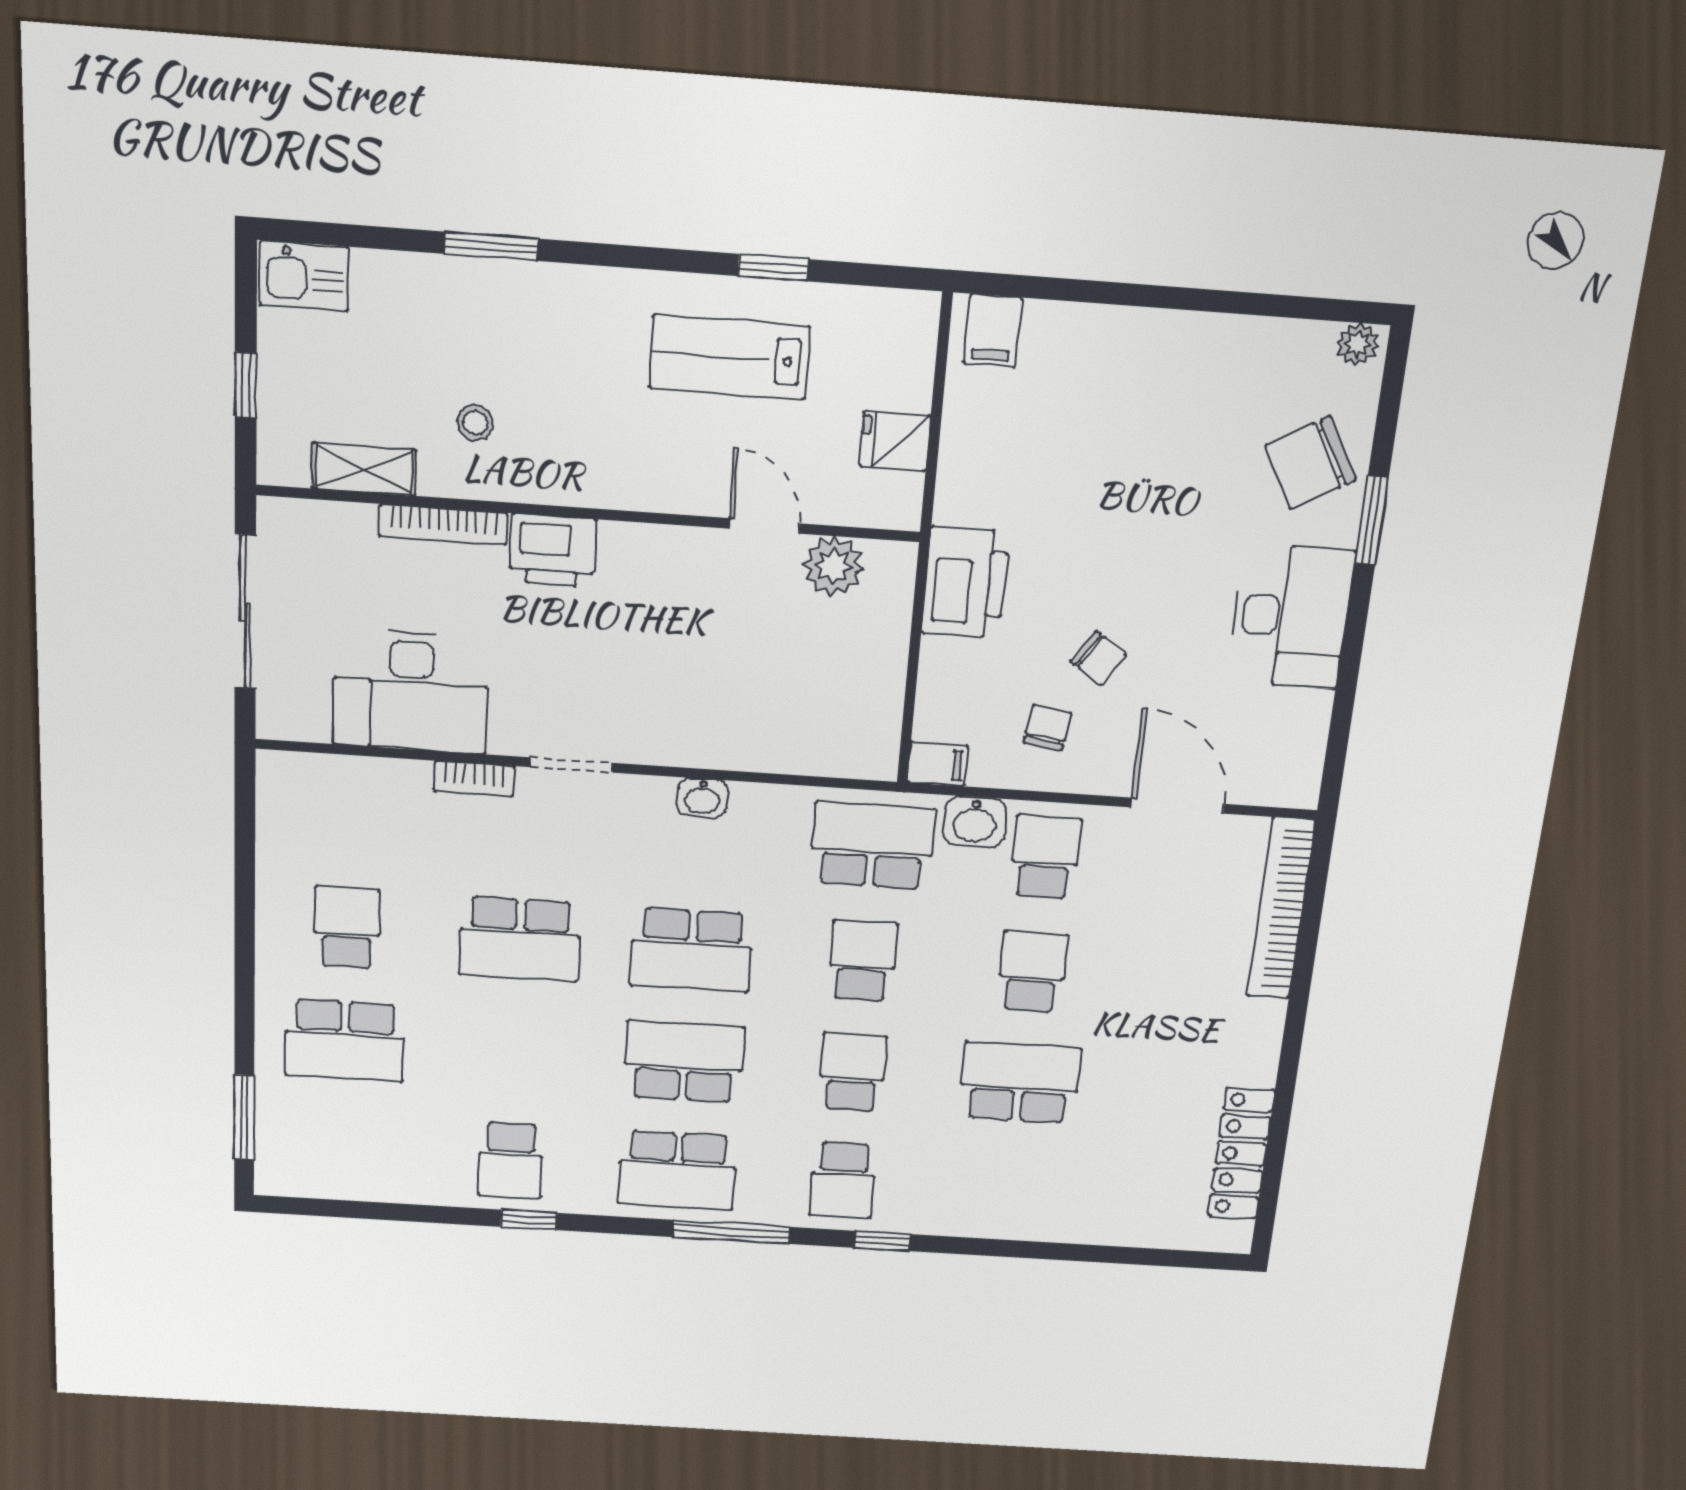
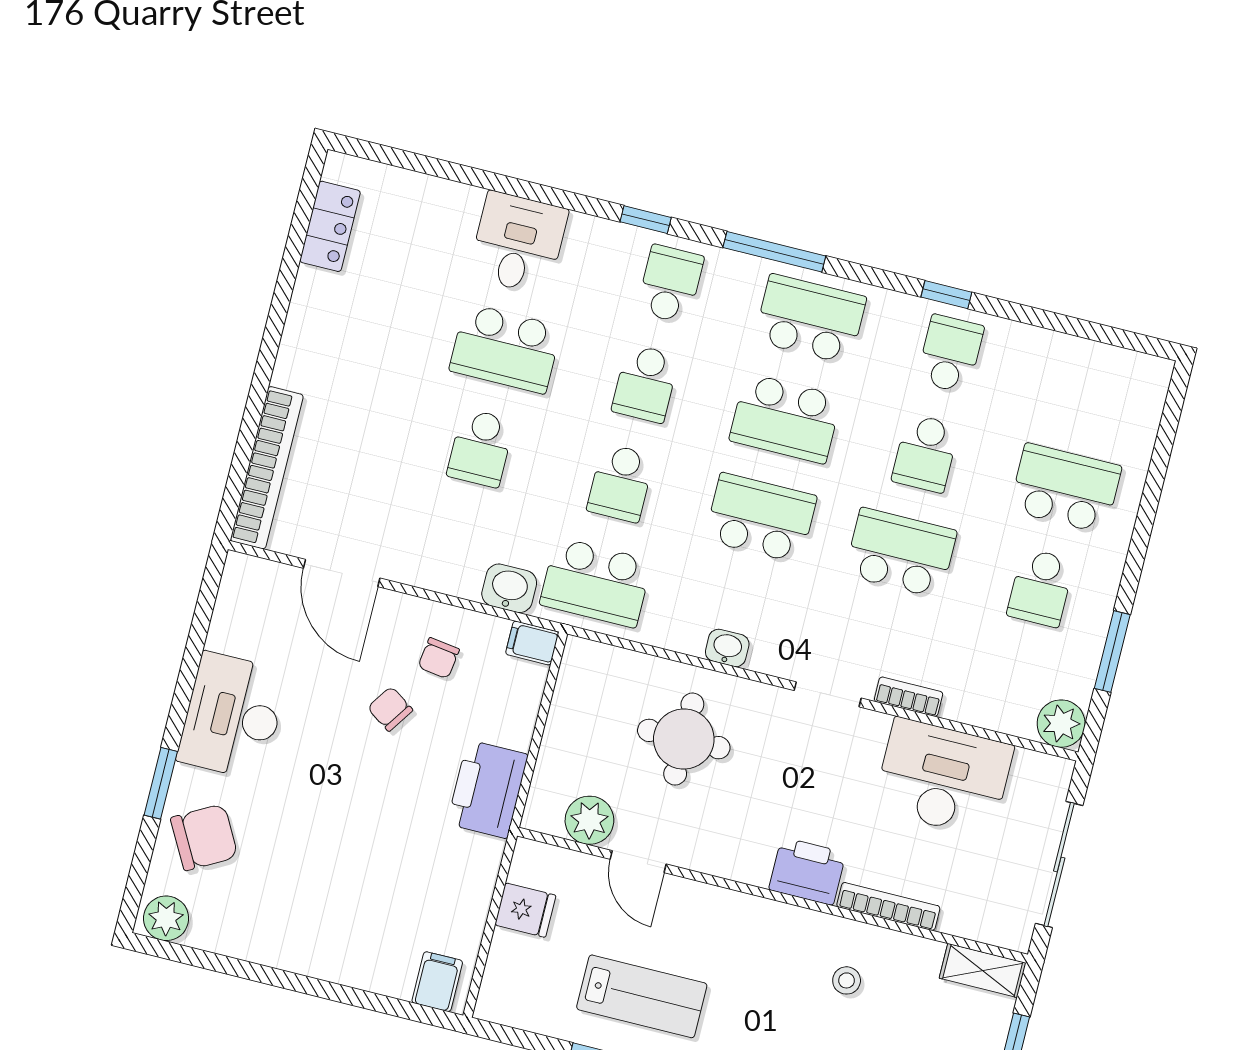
plant: (1358, 344) -> (166, 918), width x1.38, depth x1.38
shelving: (364, 469) -> (983, 971), moved
round table: (735, 683) -> (684, 739), added
plant: (284, 779) -> (1061, 724), added
school desk: (1045, 857) -> (925, 453), moved
window: (244, 1117) -> (1112, 652), moved
locker: (1241, 1154) -> (330, 226), width x0.66
desk: (1022, 1194) -> (518, 243), added

